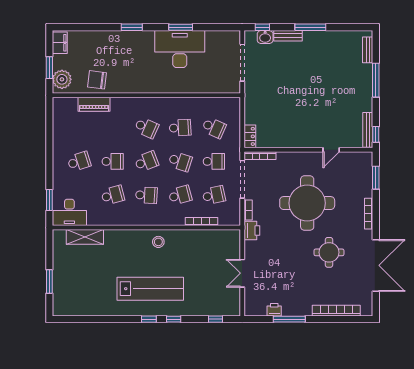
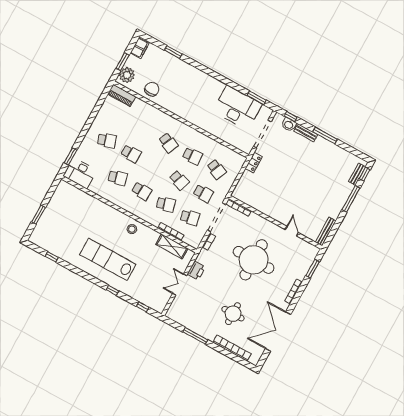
window: (132, 27) -> (173, 52), moved
window: (181, 27) -> (257, 98), moved
desk: (180, 49) -> (237, 108), moved
chair: (97, 80) -> (152, 89), turned 83
piano: (94, 104) -> (122, 95), moved
window: (376, 134) -> (365, 174), moved
locker: (250, 136) -> (254, 163), moved
door: (331, 150) -> (292, 231), swing flipped
school desk: (146, 161) -> (155, 167), removed
printer: (252, 231) -> (196, 271), moved
shelving: (85, 237) -> (172, 246), moved
round table: (329, 252) -> (233, 314), moved
double door: (376, 265) -> (278, 331), swing flipped
lab bench: (150, 289) -> (108, 259), turned 180
printer: (274, 310) -> (188, 323), removed
window: (149, 319) -> (52, 257), moved

